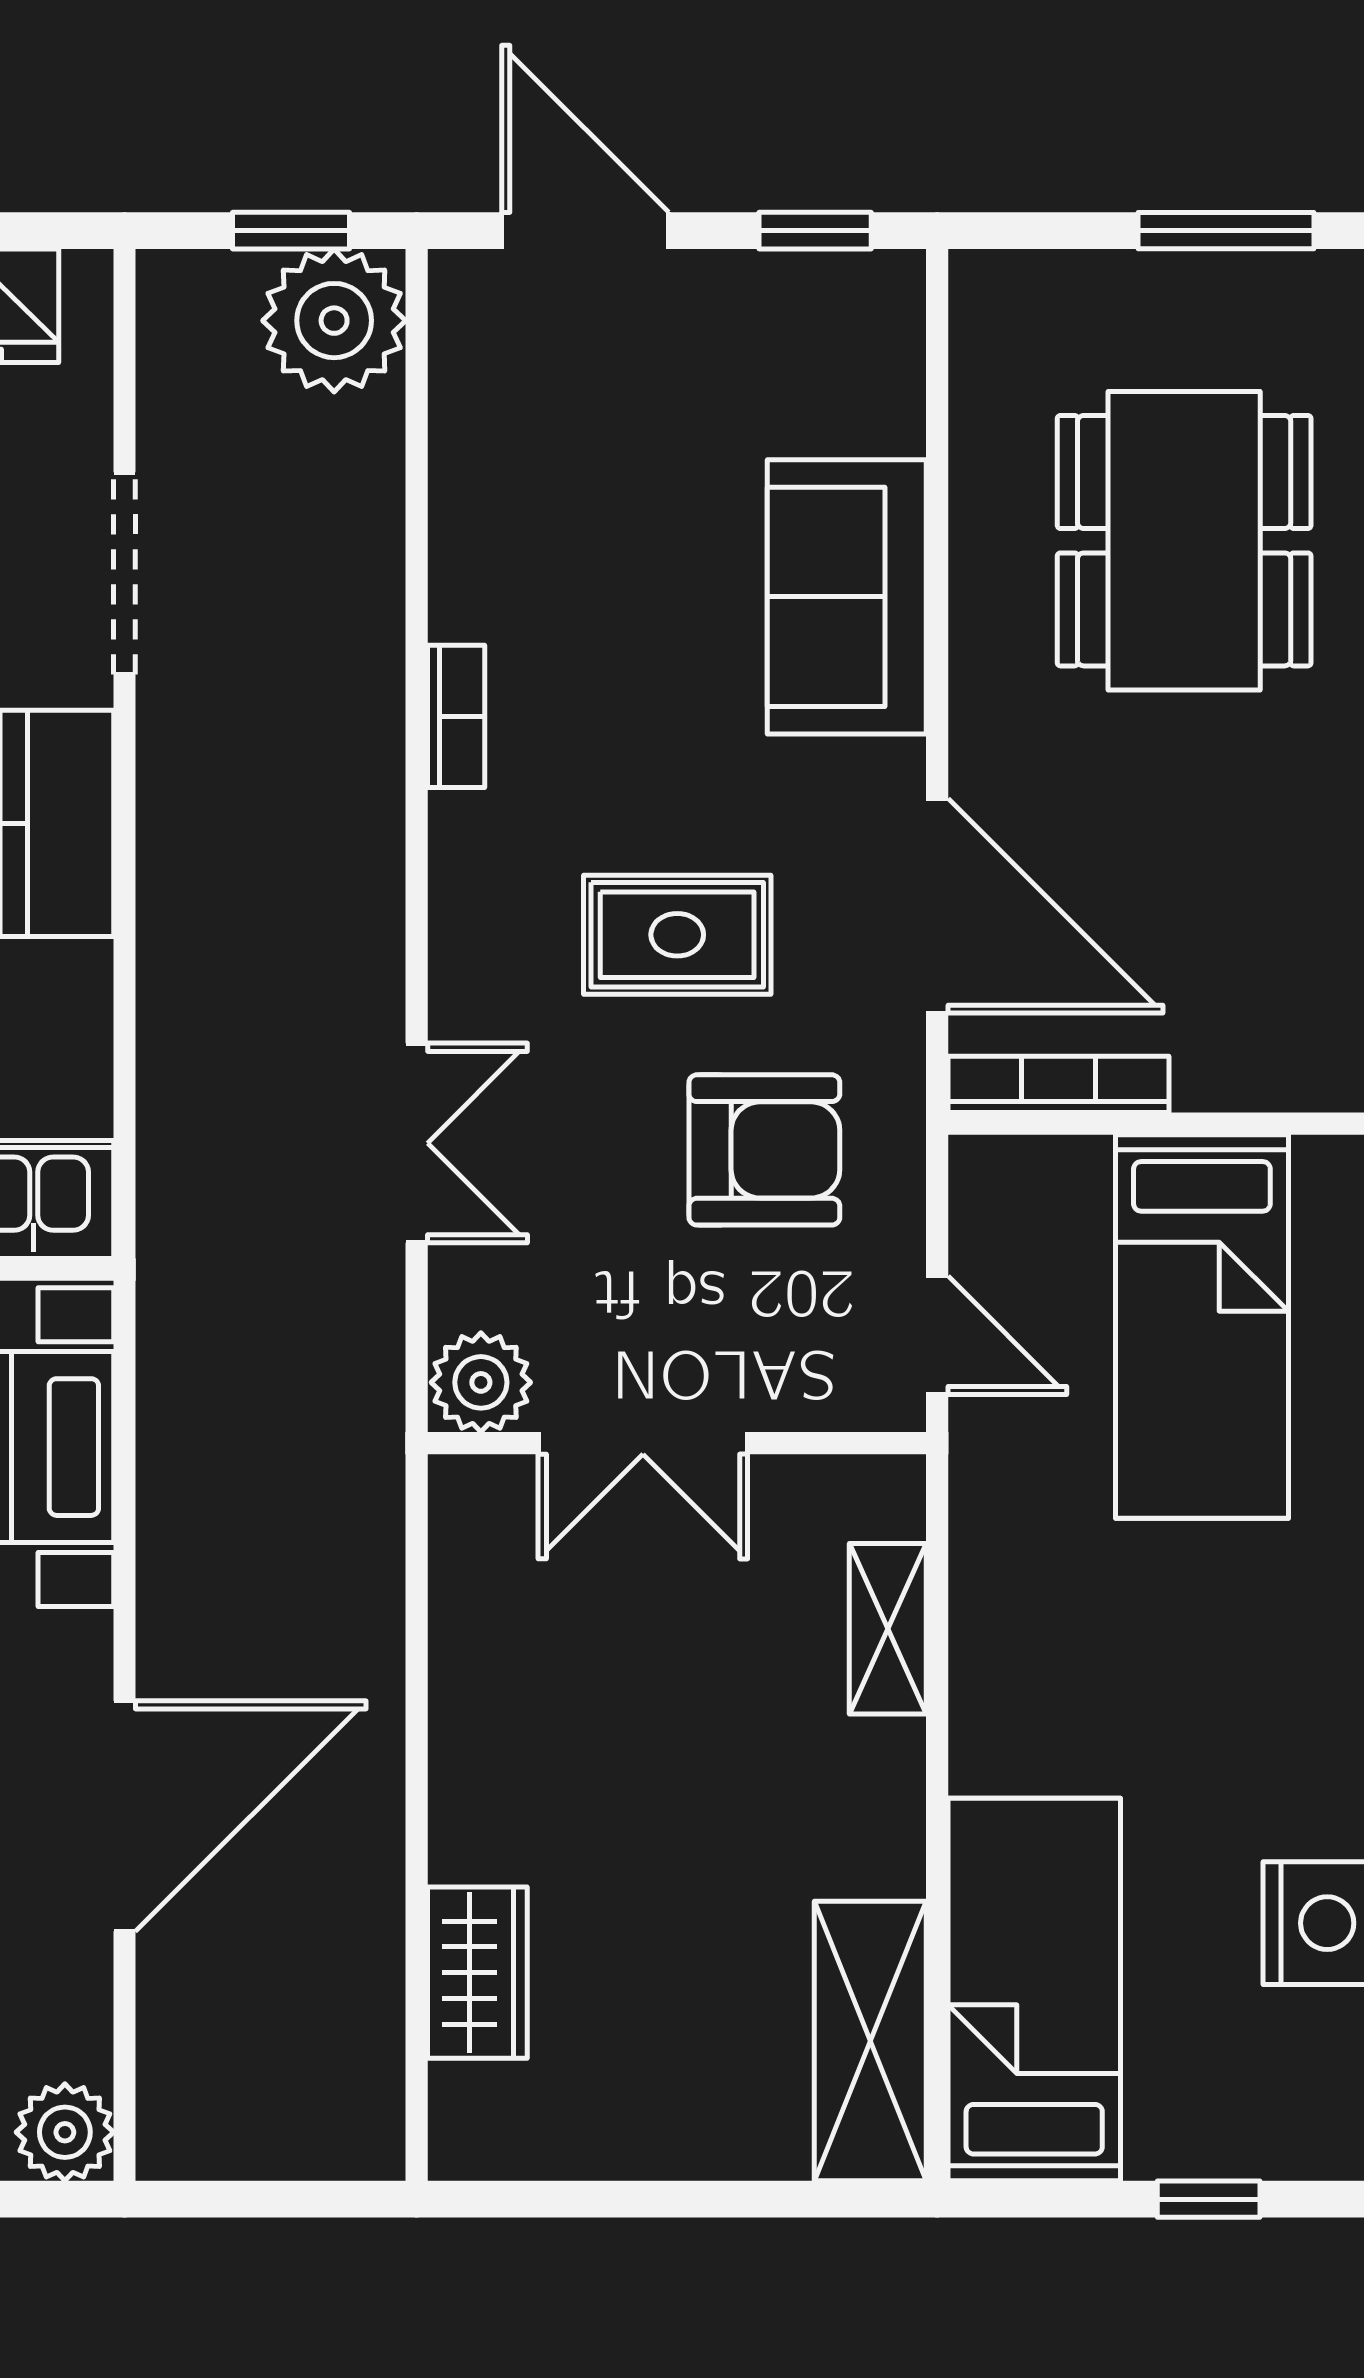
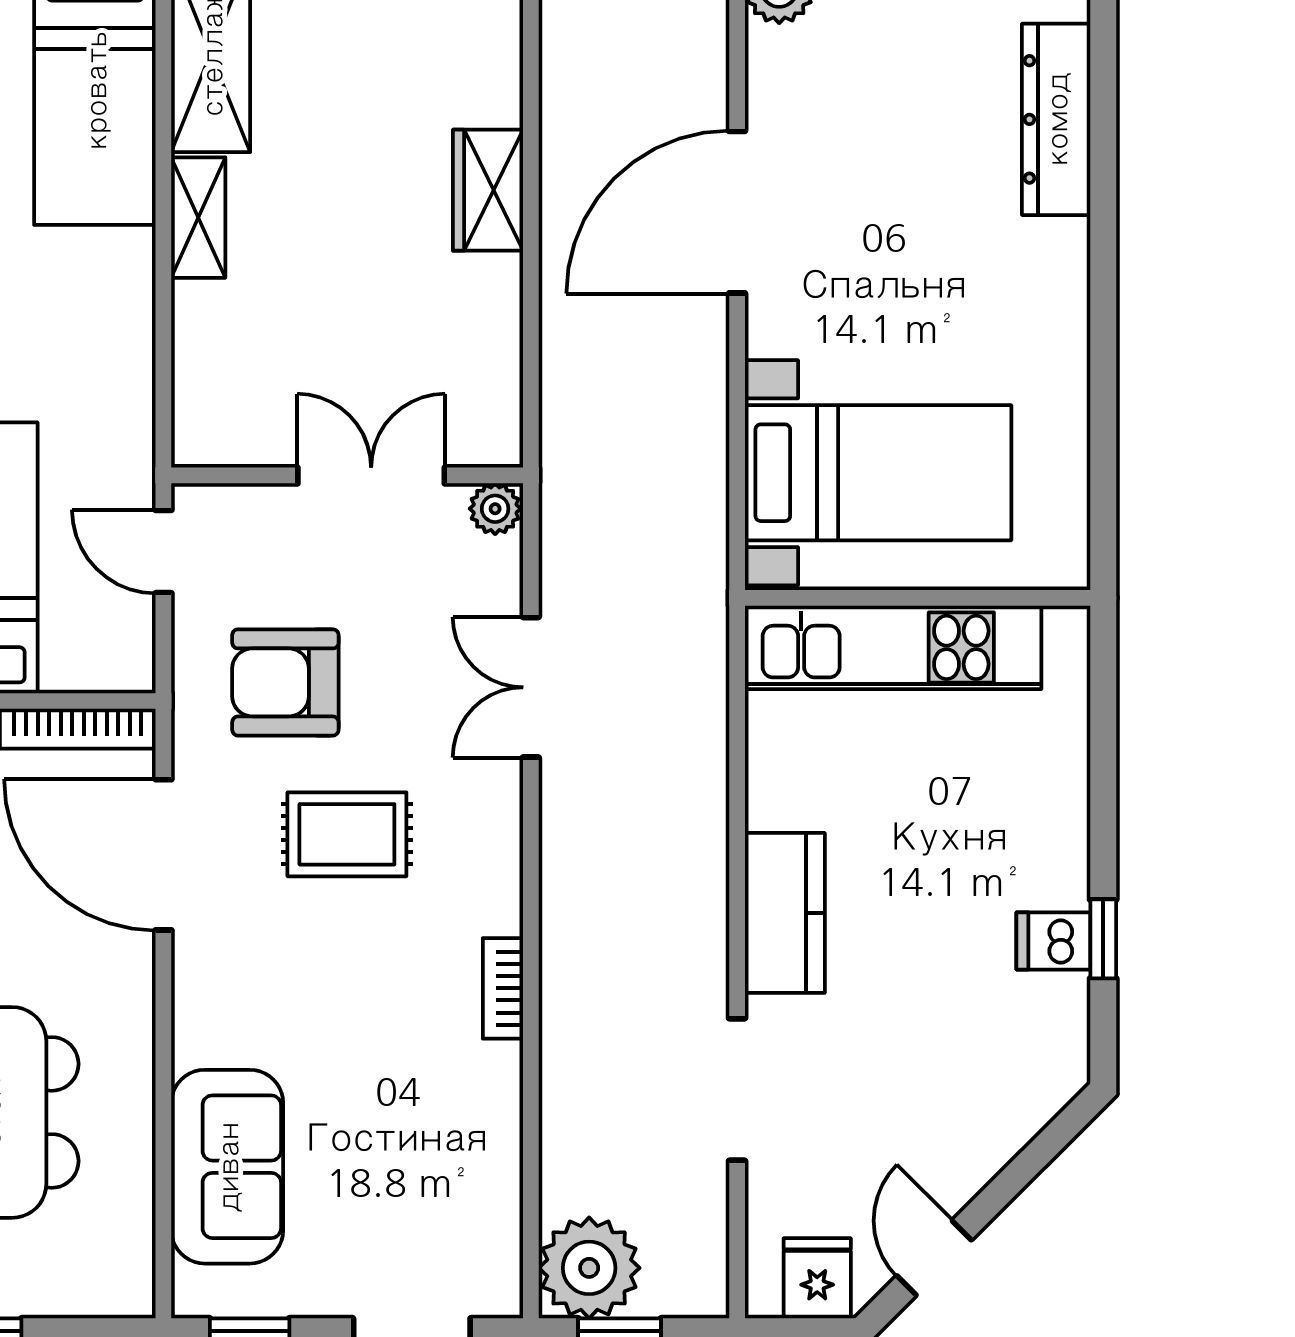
sofa: (847, 597) -> (227, 1167), moved
plant: (481, 1382) -> (495, 509), width x0.73, depth x0.73
shelving: (888, 1629) -> (198, 218), moved
wardrobe: (477, 1973) -> (488, 190), moved

